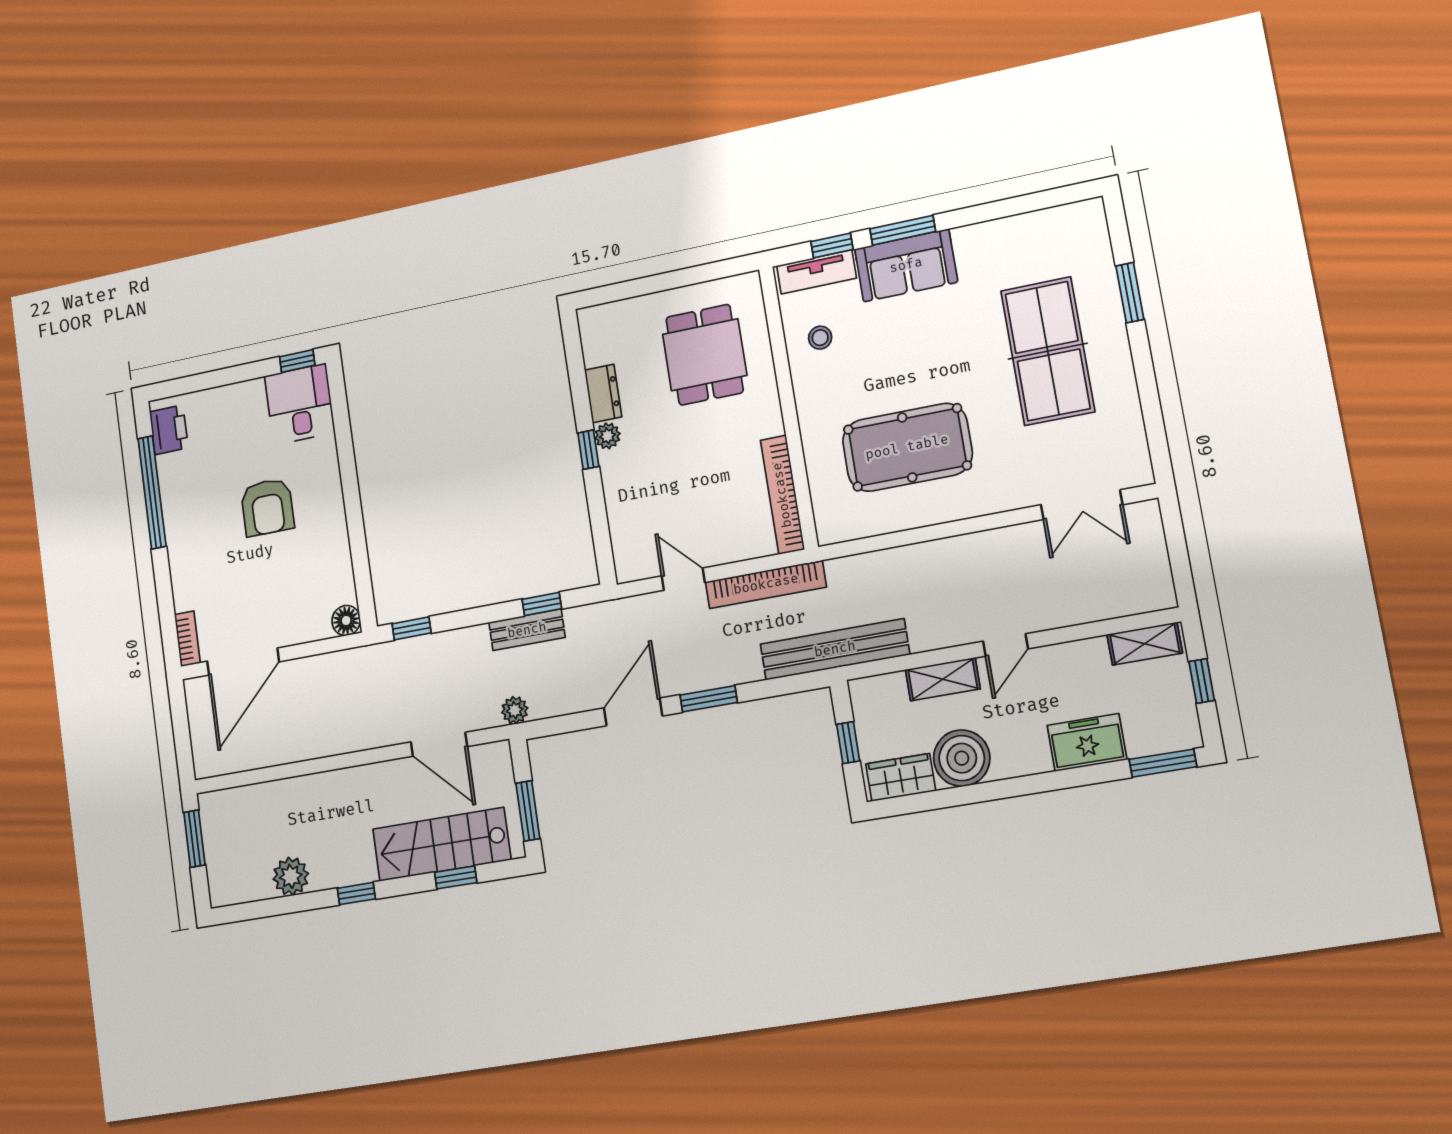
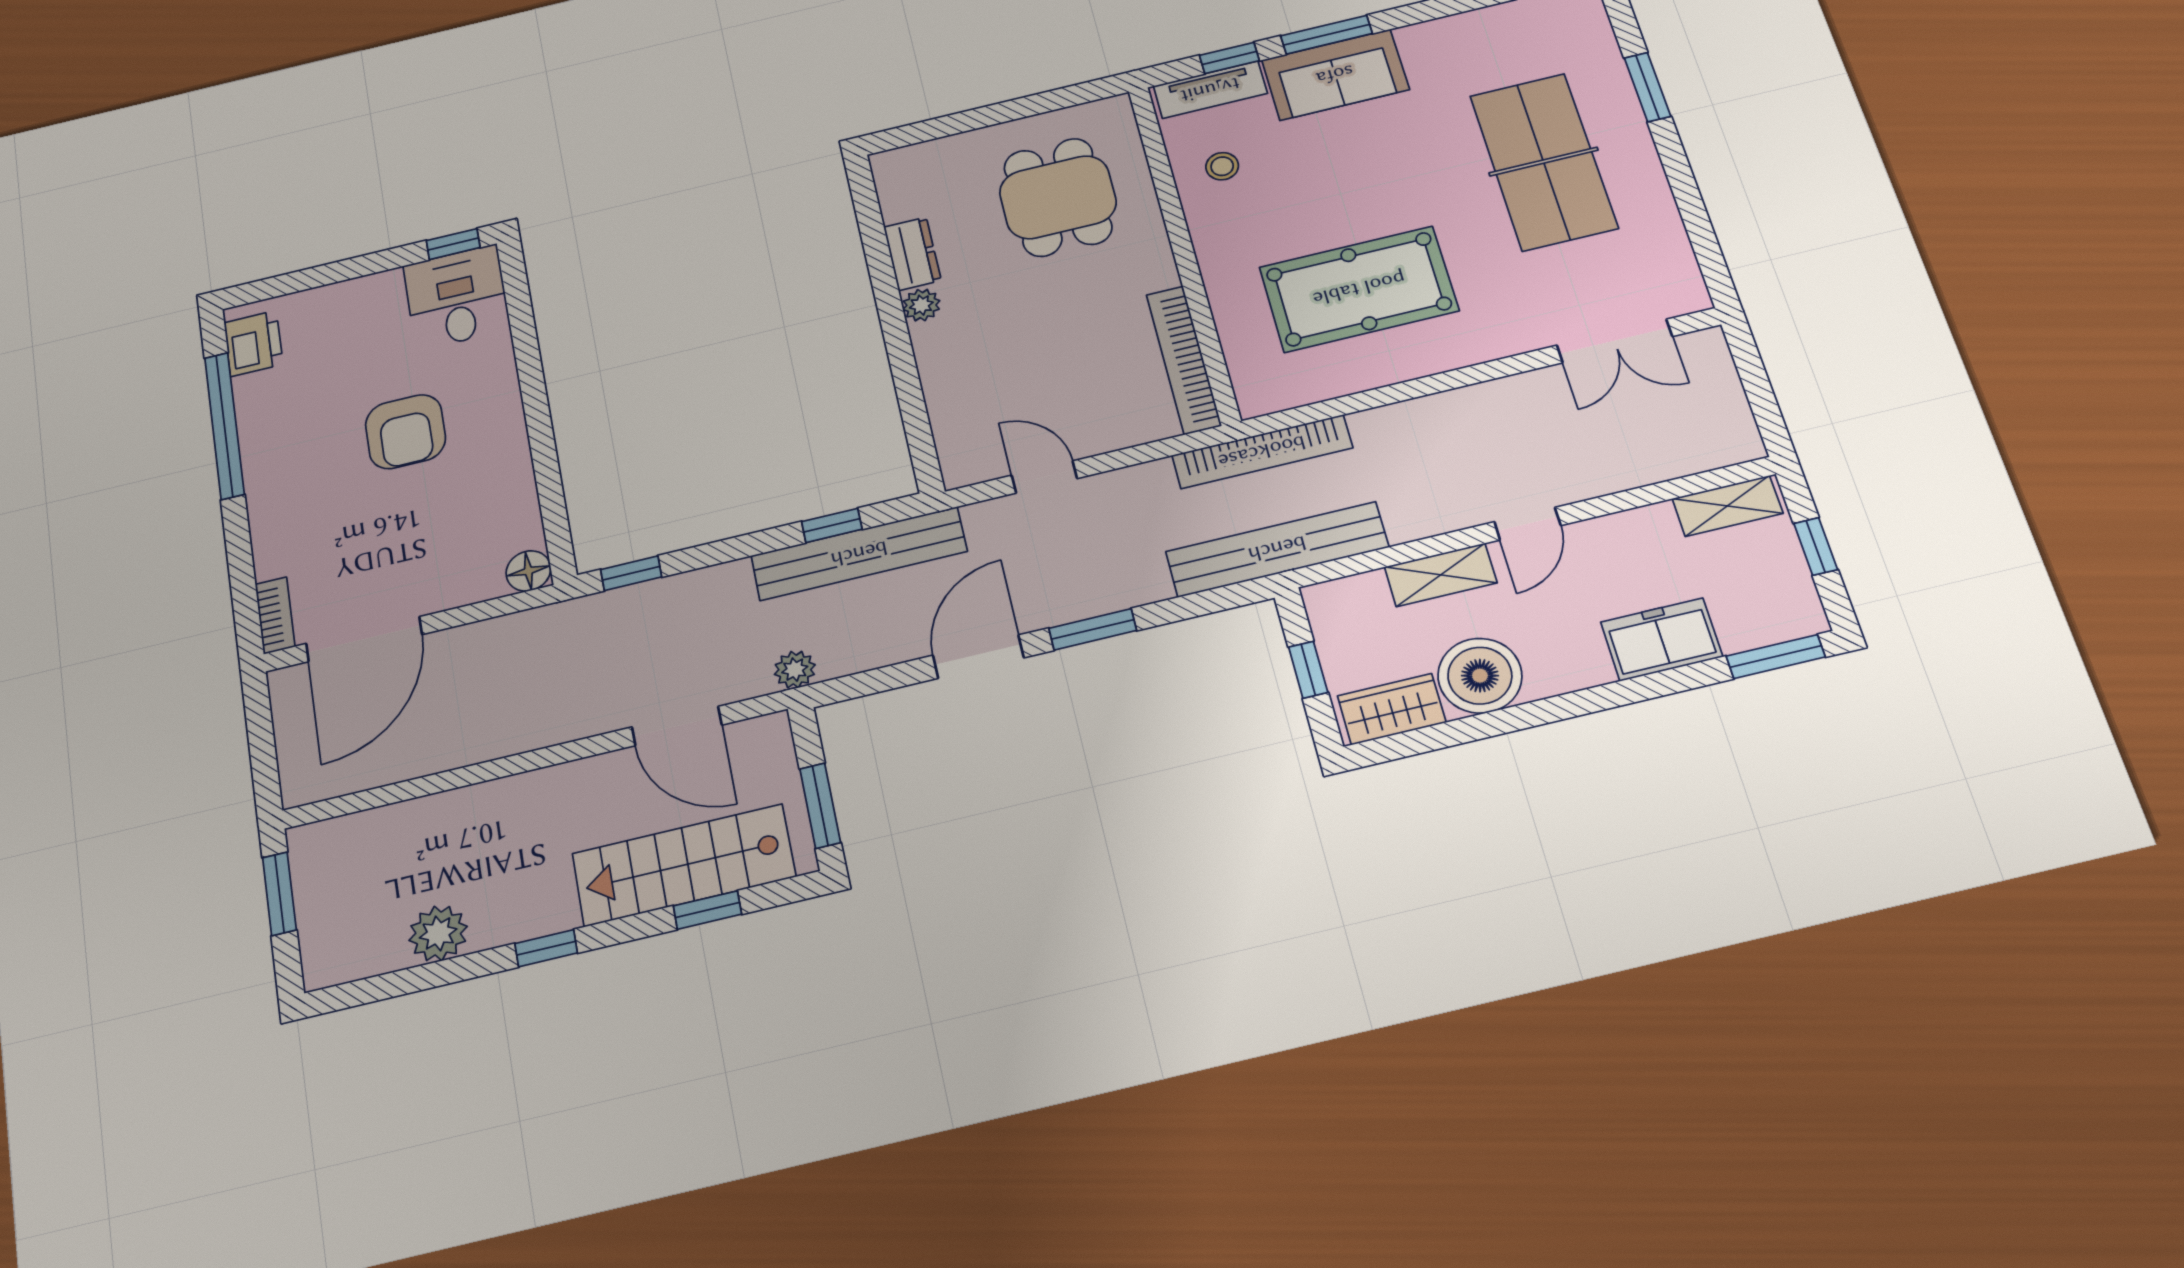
window: (588, 450) -> (894, 324), removed
bookcase: (766, 584) -> (1262, 452), moved
bench: (527, 630) -> (859, 554), width x1.86, depth x1.21

